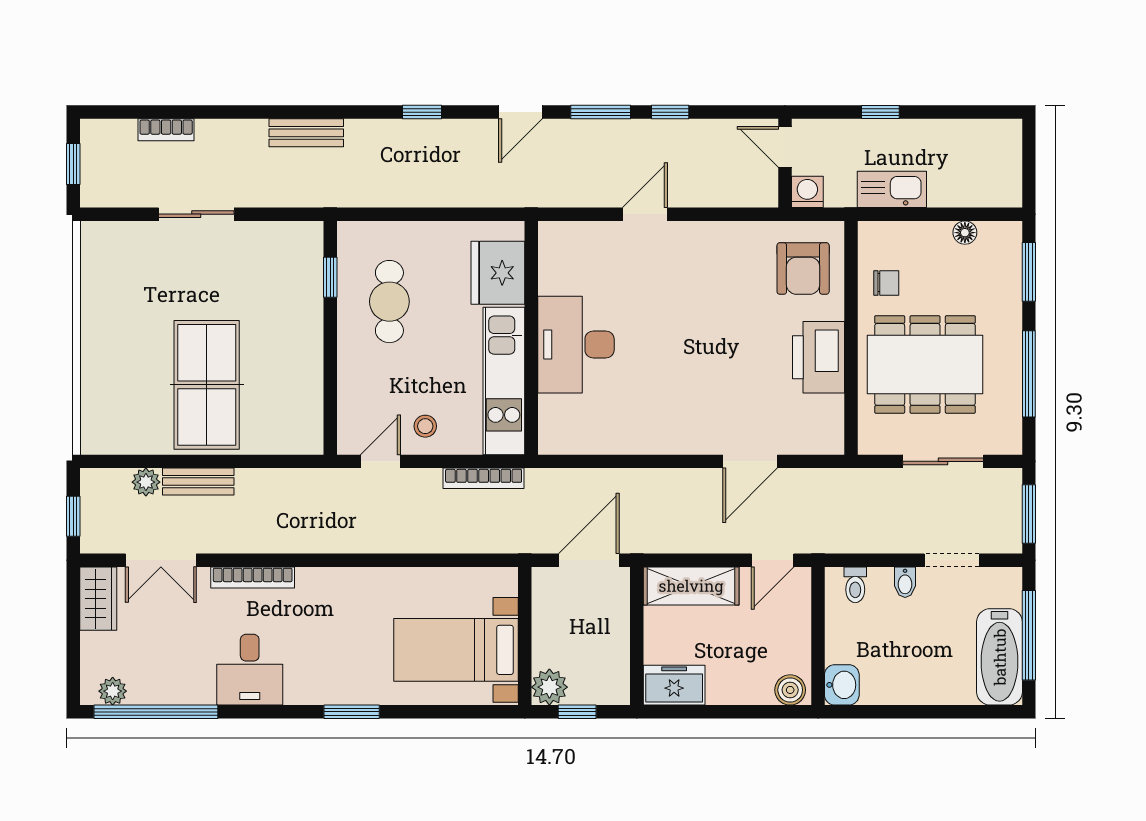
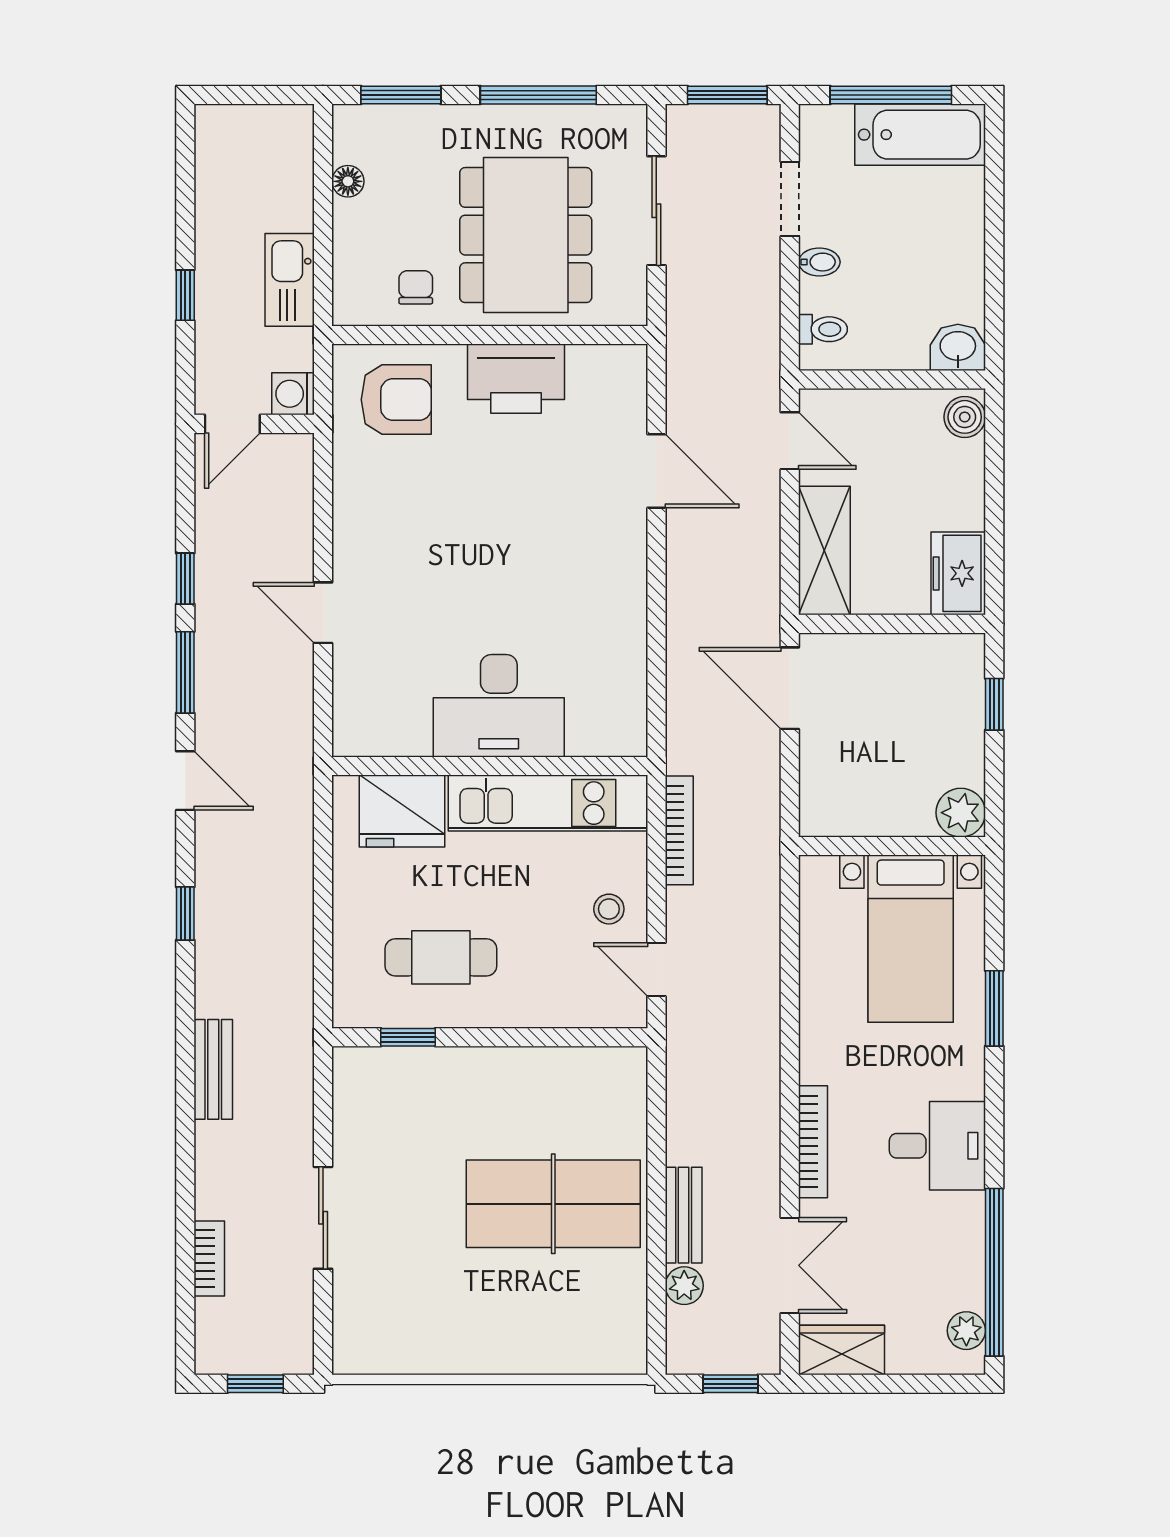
wall: (525, 636) -> (892, 846), moved
bed with nightstands: (456, 650) -> (911, 939), moved
plant: (549, 687) -> (961, 813), moved

